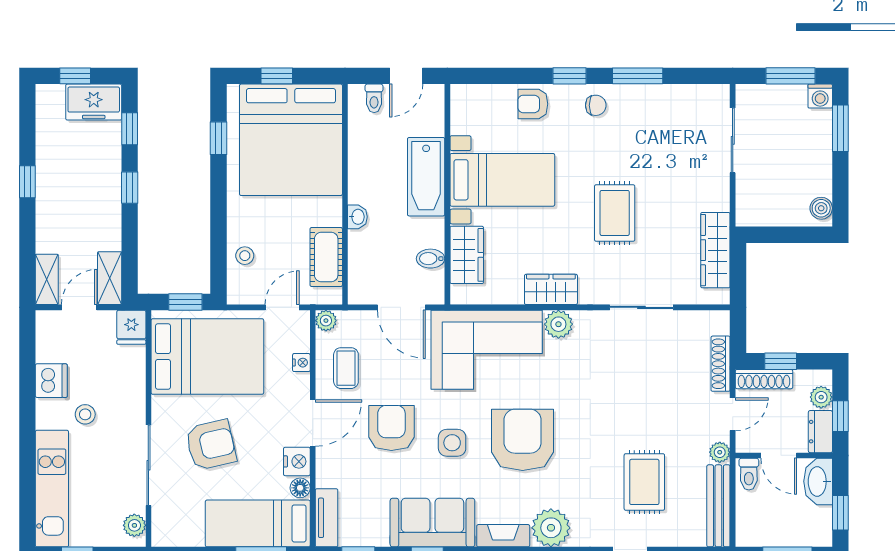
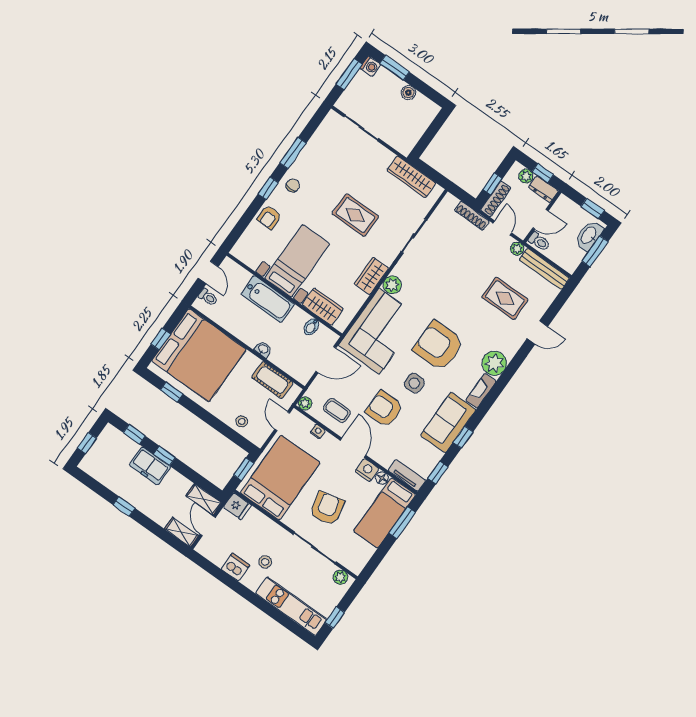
freezer: (94, 102) -> (150, 466), moved, turned 90
boiler: (821, 208) -> (408, 93), moved
washbasin: (818, 481) -> (589, 236), moved, turned 90

